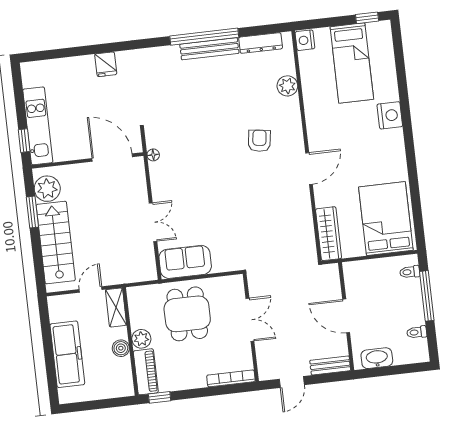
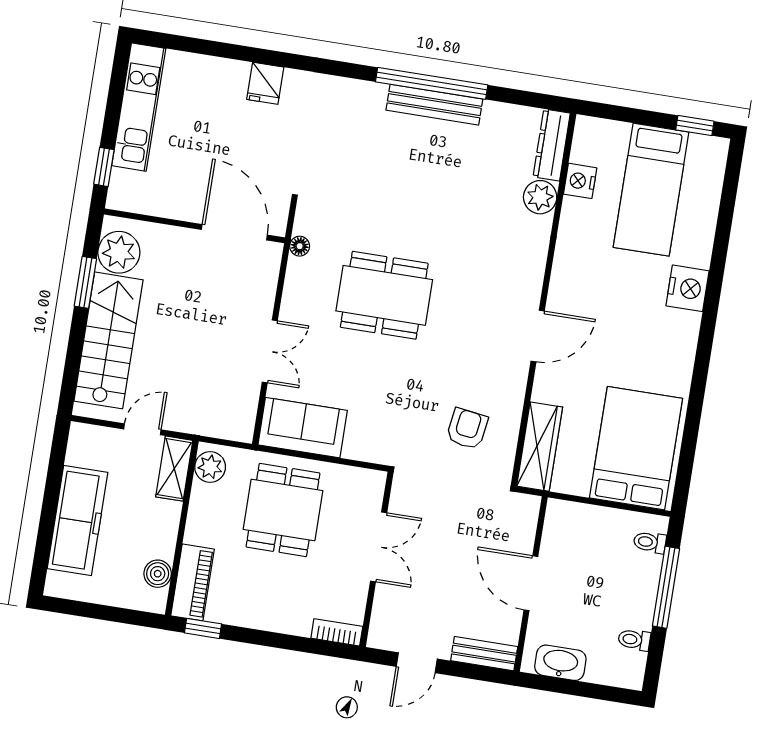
nightstand: (305, 40) -> (580, 181), moved
dresser: (261, 43) -> (552, 145), moved, turned 90
kitchen unit: (38, 126) -> (139, 107), moved
armchair: (259, 141) -> (467, 429), moved
dining table: (211, 170) -> (384, 295), added
plant: (141, 339) -> (210, 467), moved
boiler: (121, 348) -> (158, 574), moved
bookcase: (231, 378) -> (337, 632), width x0.64

